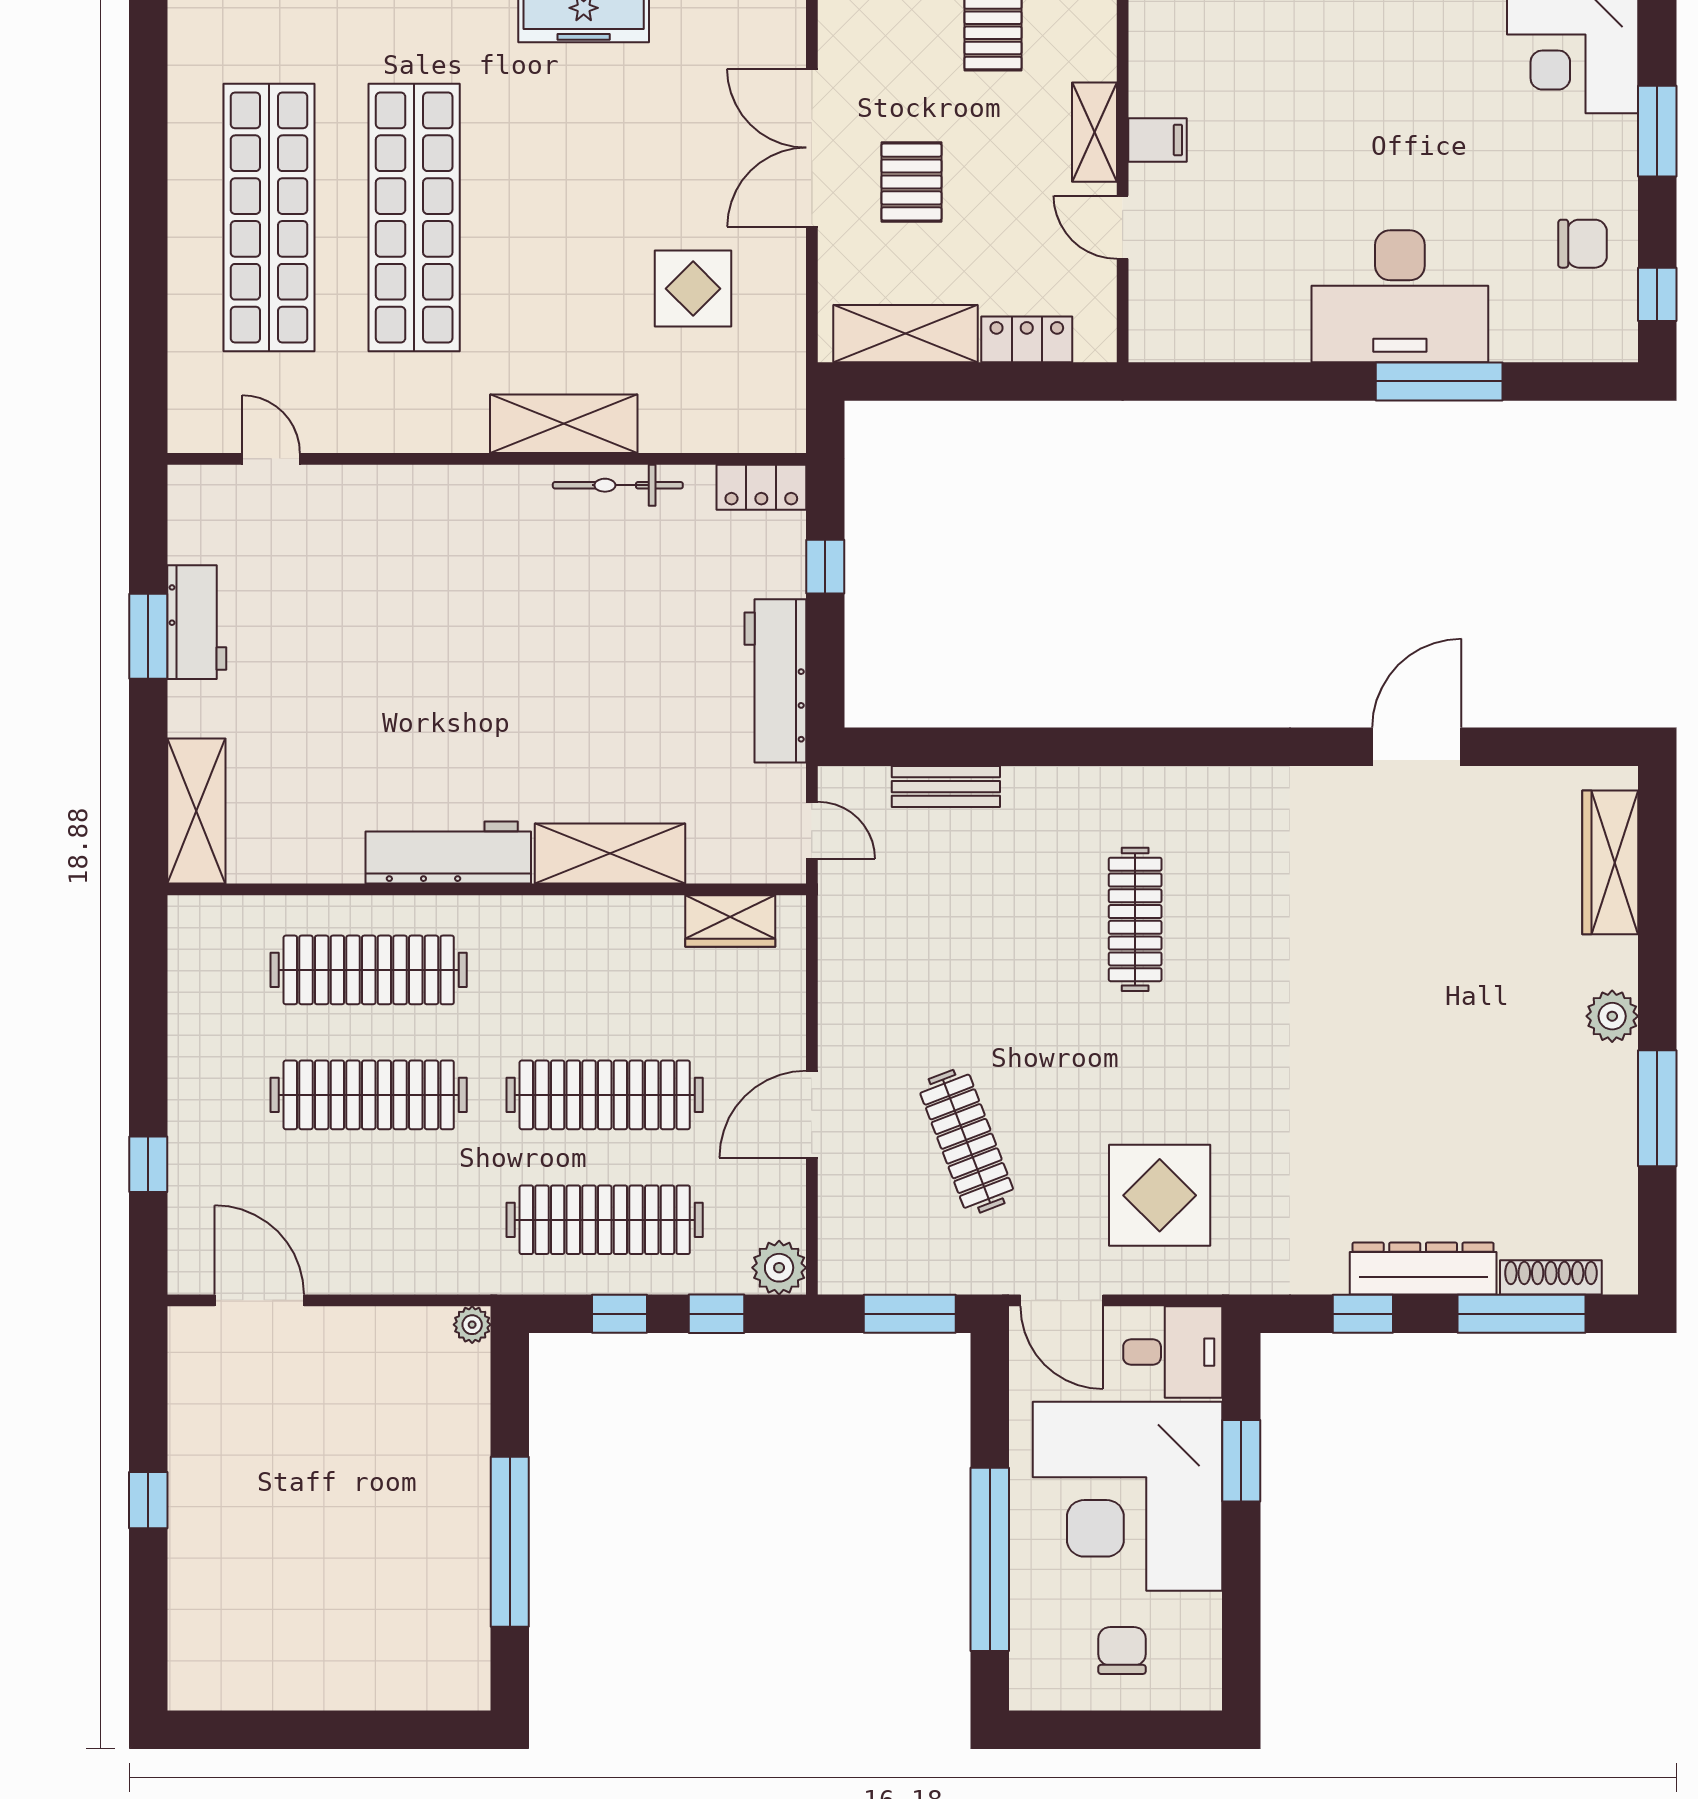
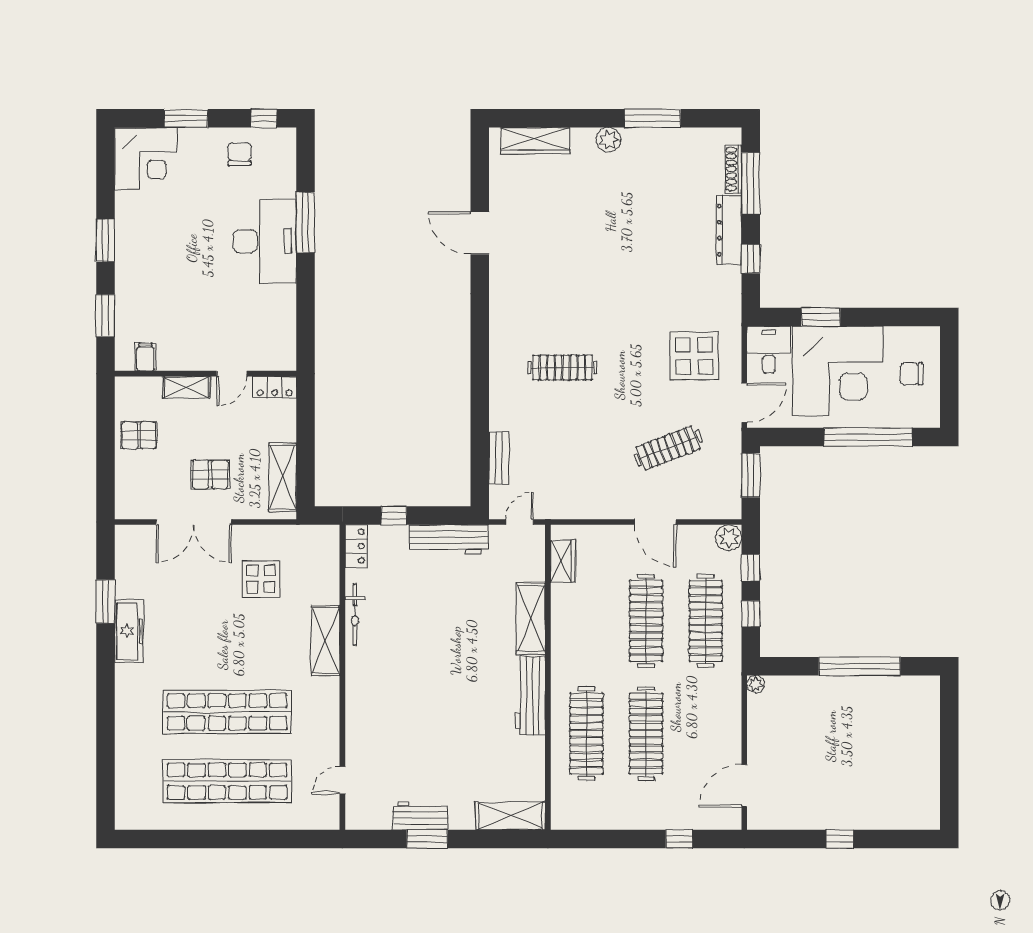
filing cabinet: (1157, 140) -> (145, 357), moved
locker: (1027, 339) -> (275, 387), moved, turned -90

